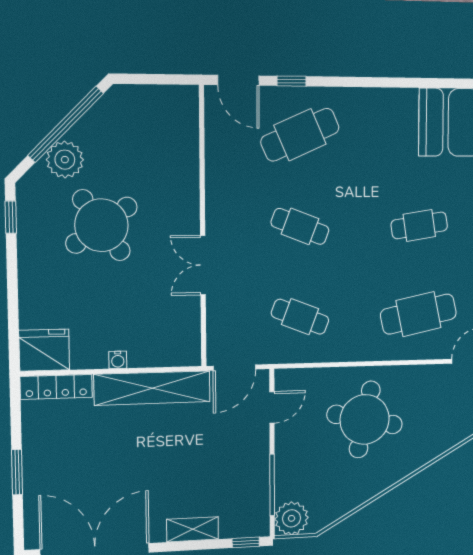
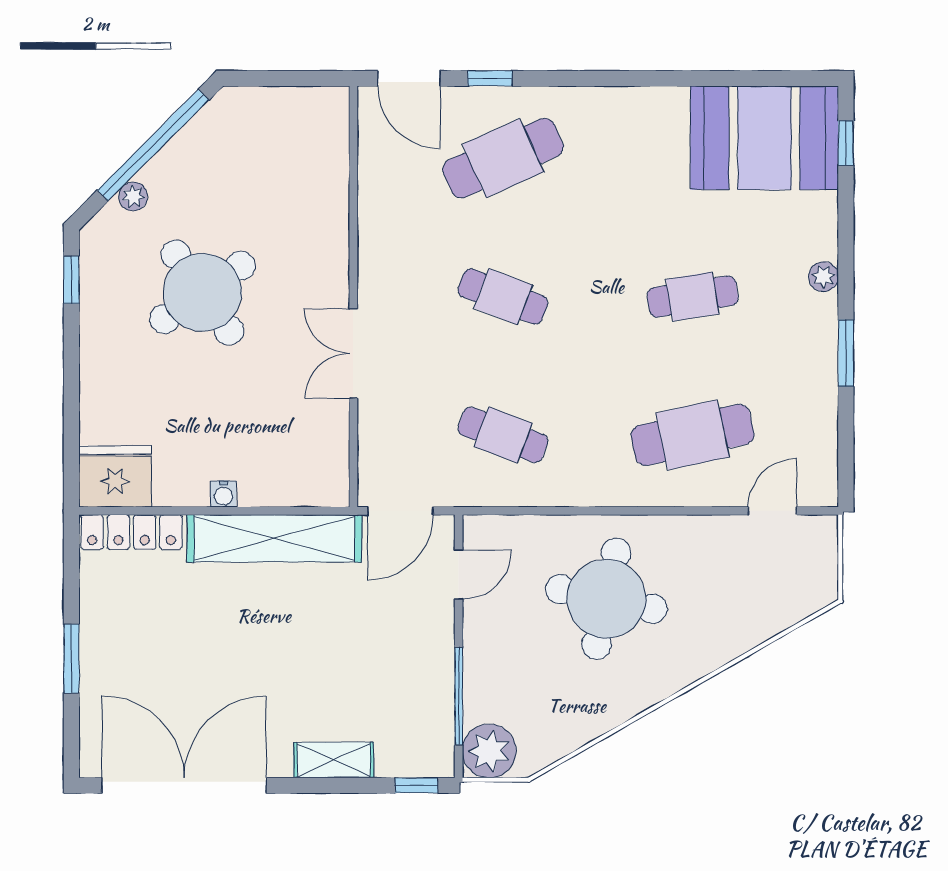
plant: (65, 160) -> (133, 196), width x0.53, depth x0.53

